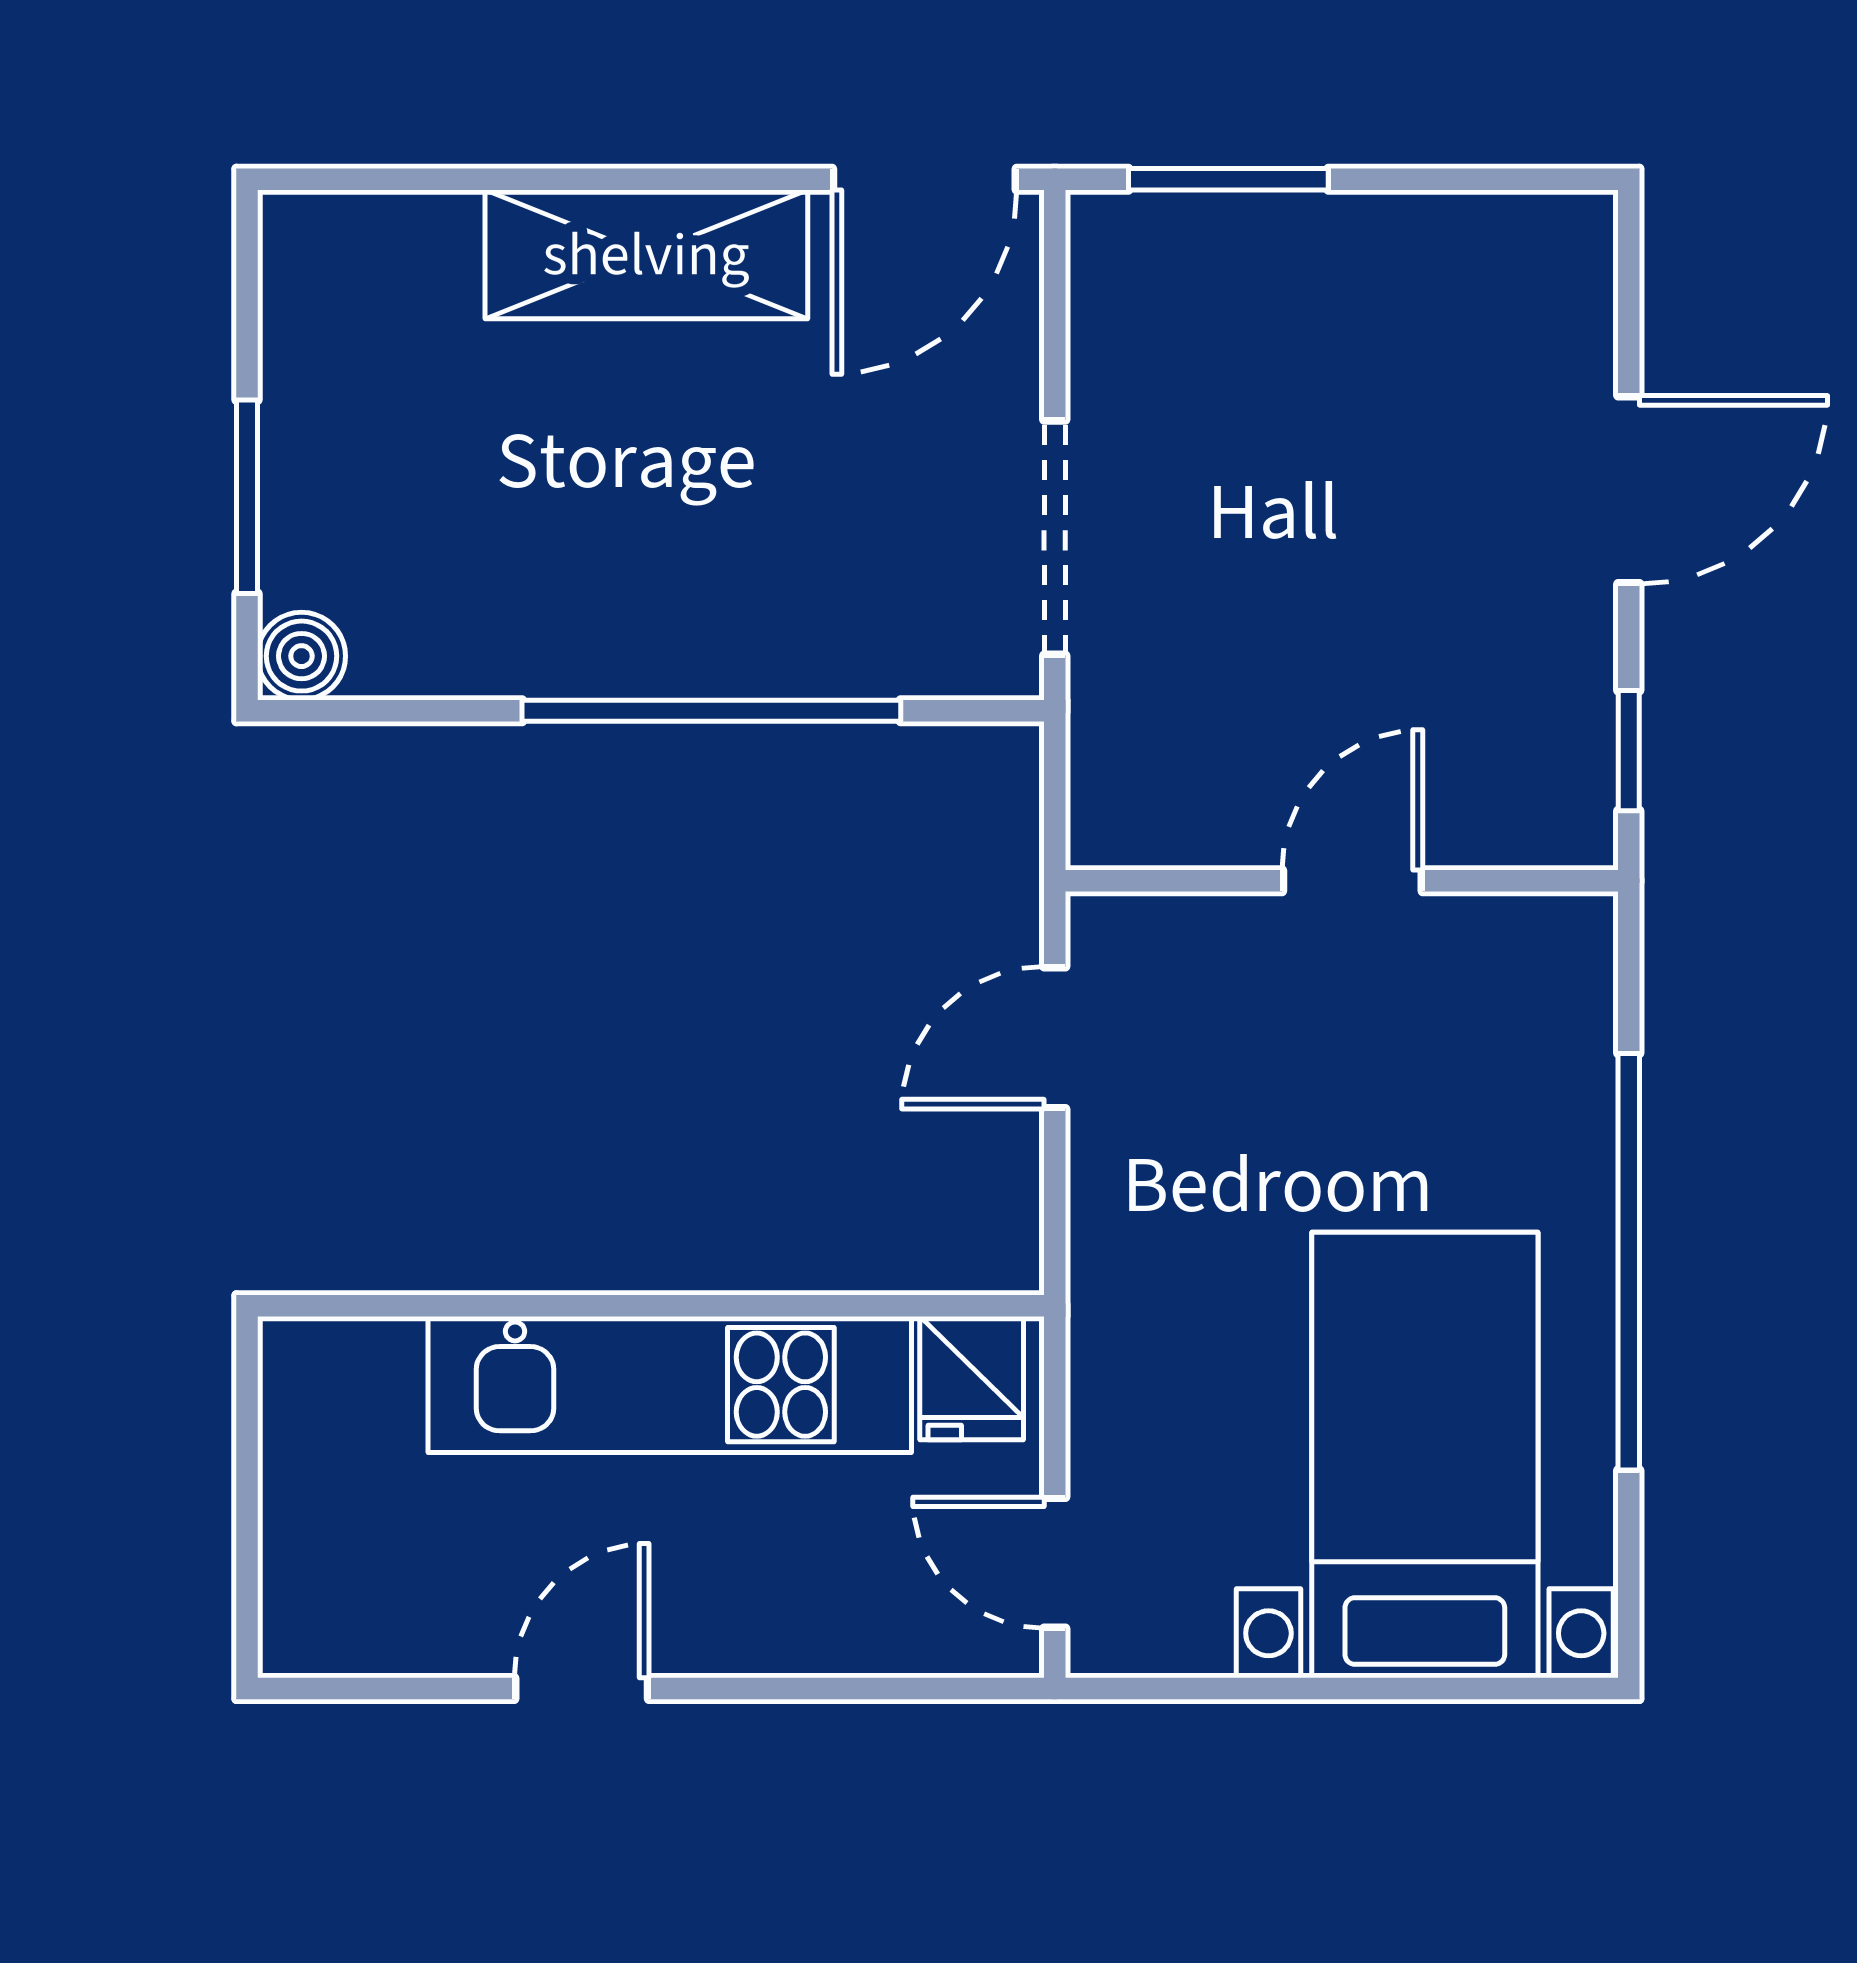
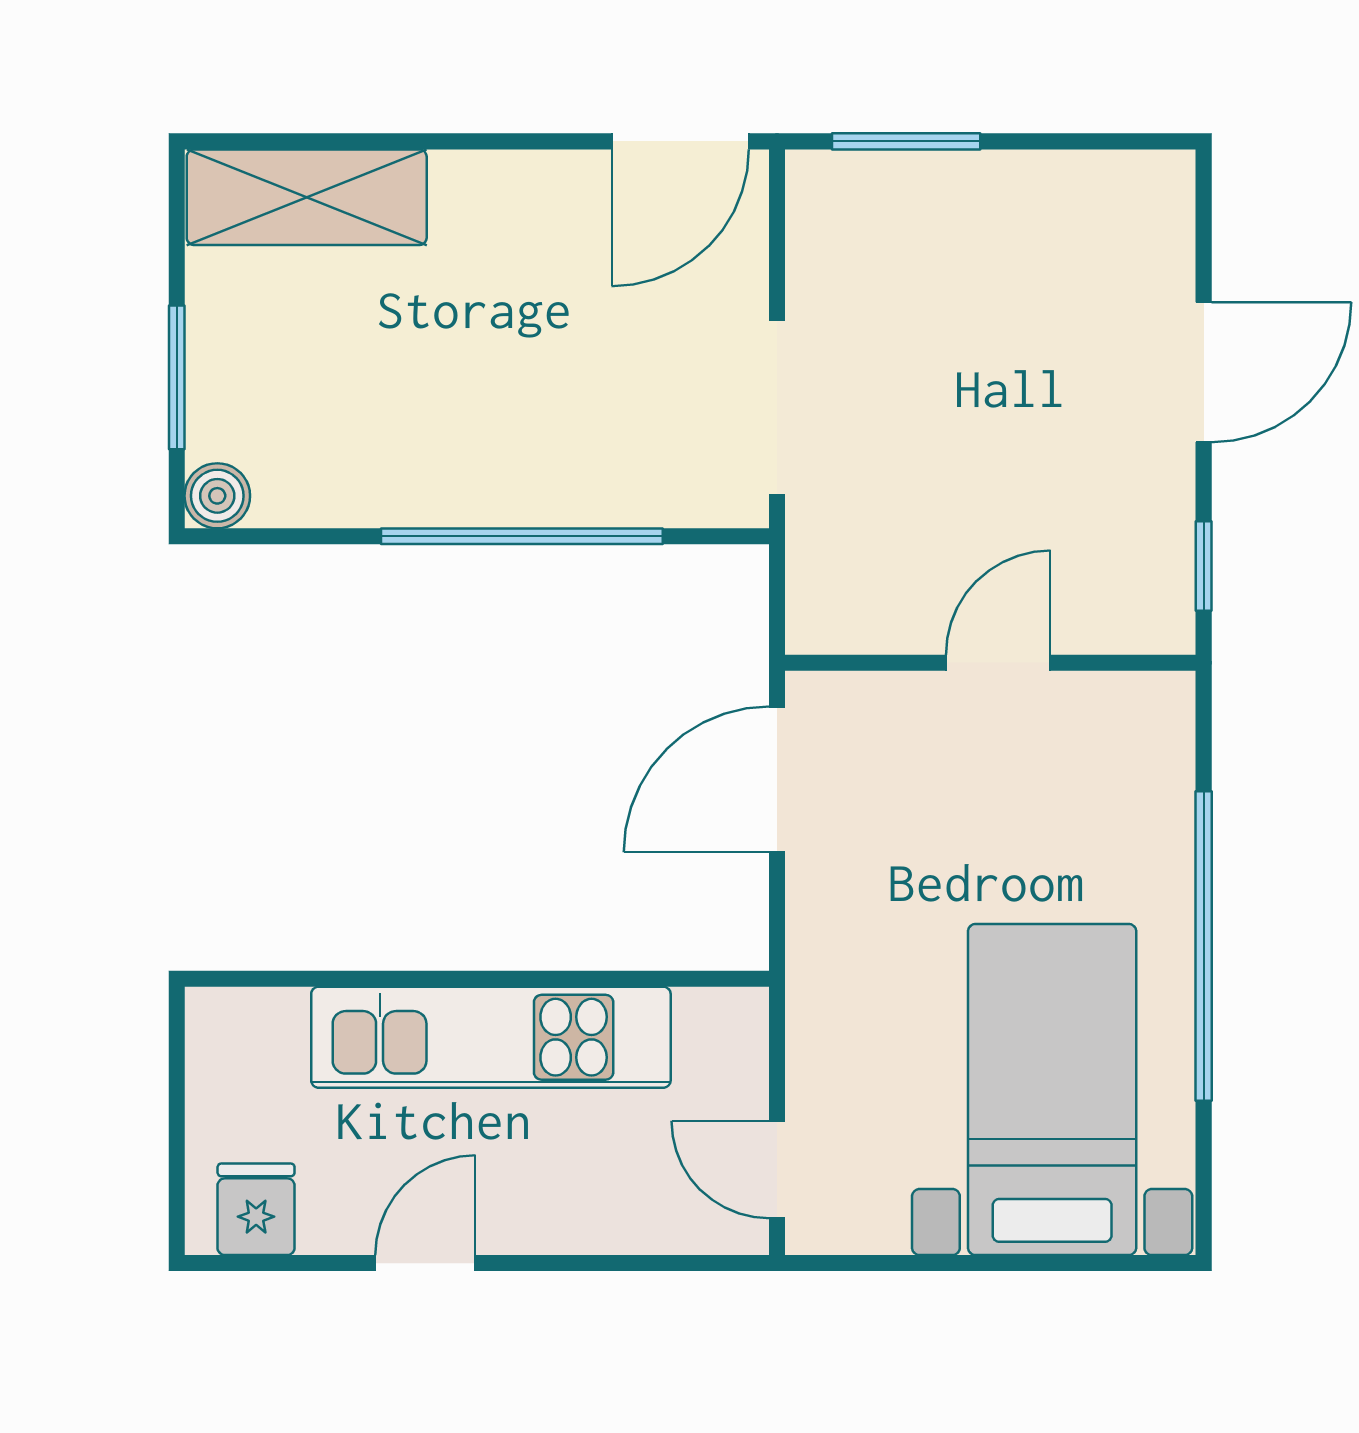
shelving: (646, 254) -> (307, 197), moved
door: (1055, 1038) -> (777, 779), width x1.38
fridge: (972, 1378) -> (256, 1209), moved, turned 180

